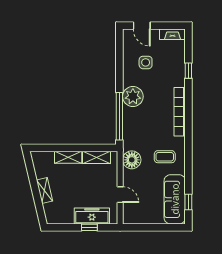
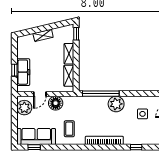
window: (42, 148) -> (76, 34), added
floor lamp: (132, 160) -> (56, 103), moved
plant: (137, 215) -> (24, 108), added

